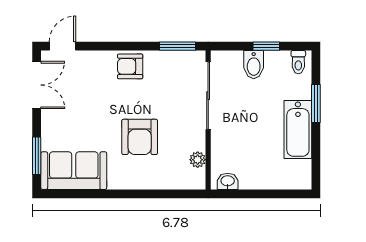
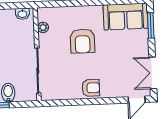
window: (178, 46) -> (60, 103), removed
armchair: (140, 137) -> (82, 41), turned 180

